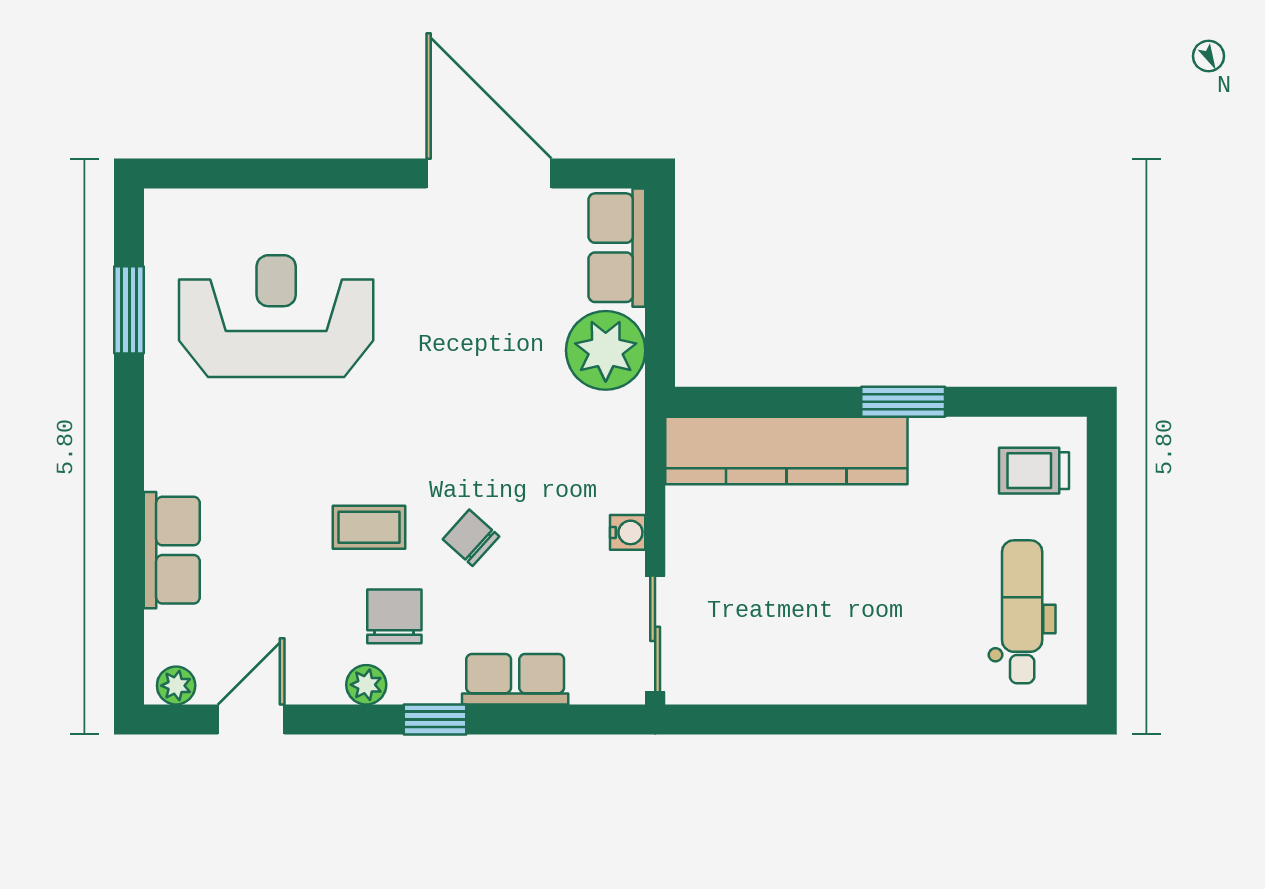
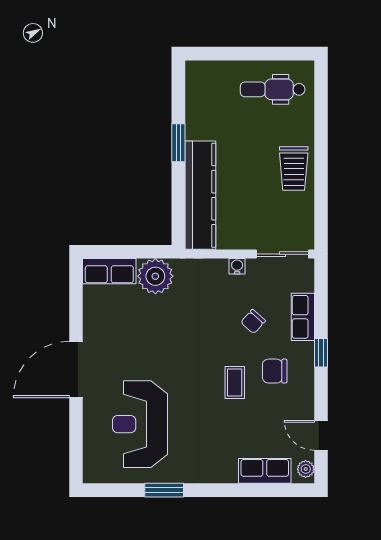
door: (489, 174) -> (76, 369), moved
window: (129, 310) -> (164, 490), moved
trolley: (1034, 471) -> (294, 169), moved, width x1.36, depth x1.39
chair: (471, 538) -> (253, 322), moved
row of seats: (172, 550) -> (265, 471), moved
plant: (366, 685) -> (305, 384), removed

